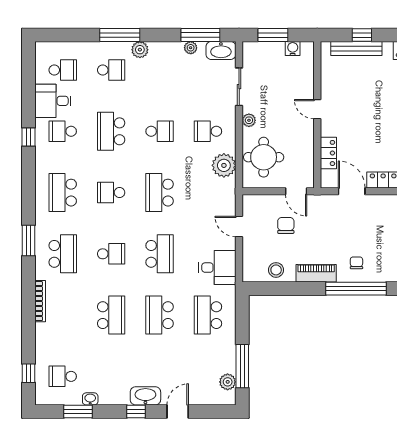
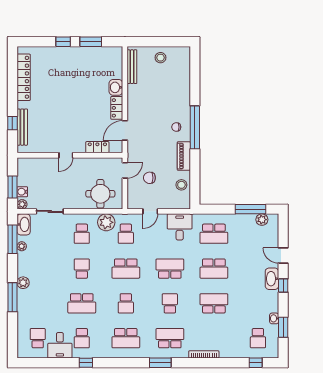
water cooler: (293, 49) -> (22, 192), moved
school desk: (111, 70) -> (126, 234), moved, turned 180
plant: (249, 120) -> (22, 204), moved

